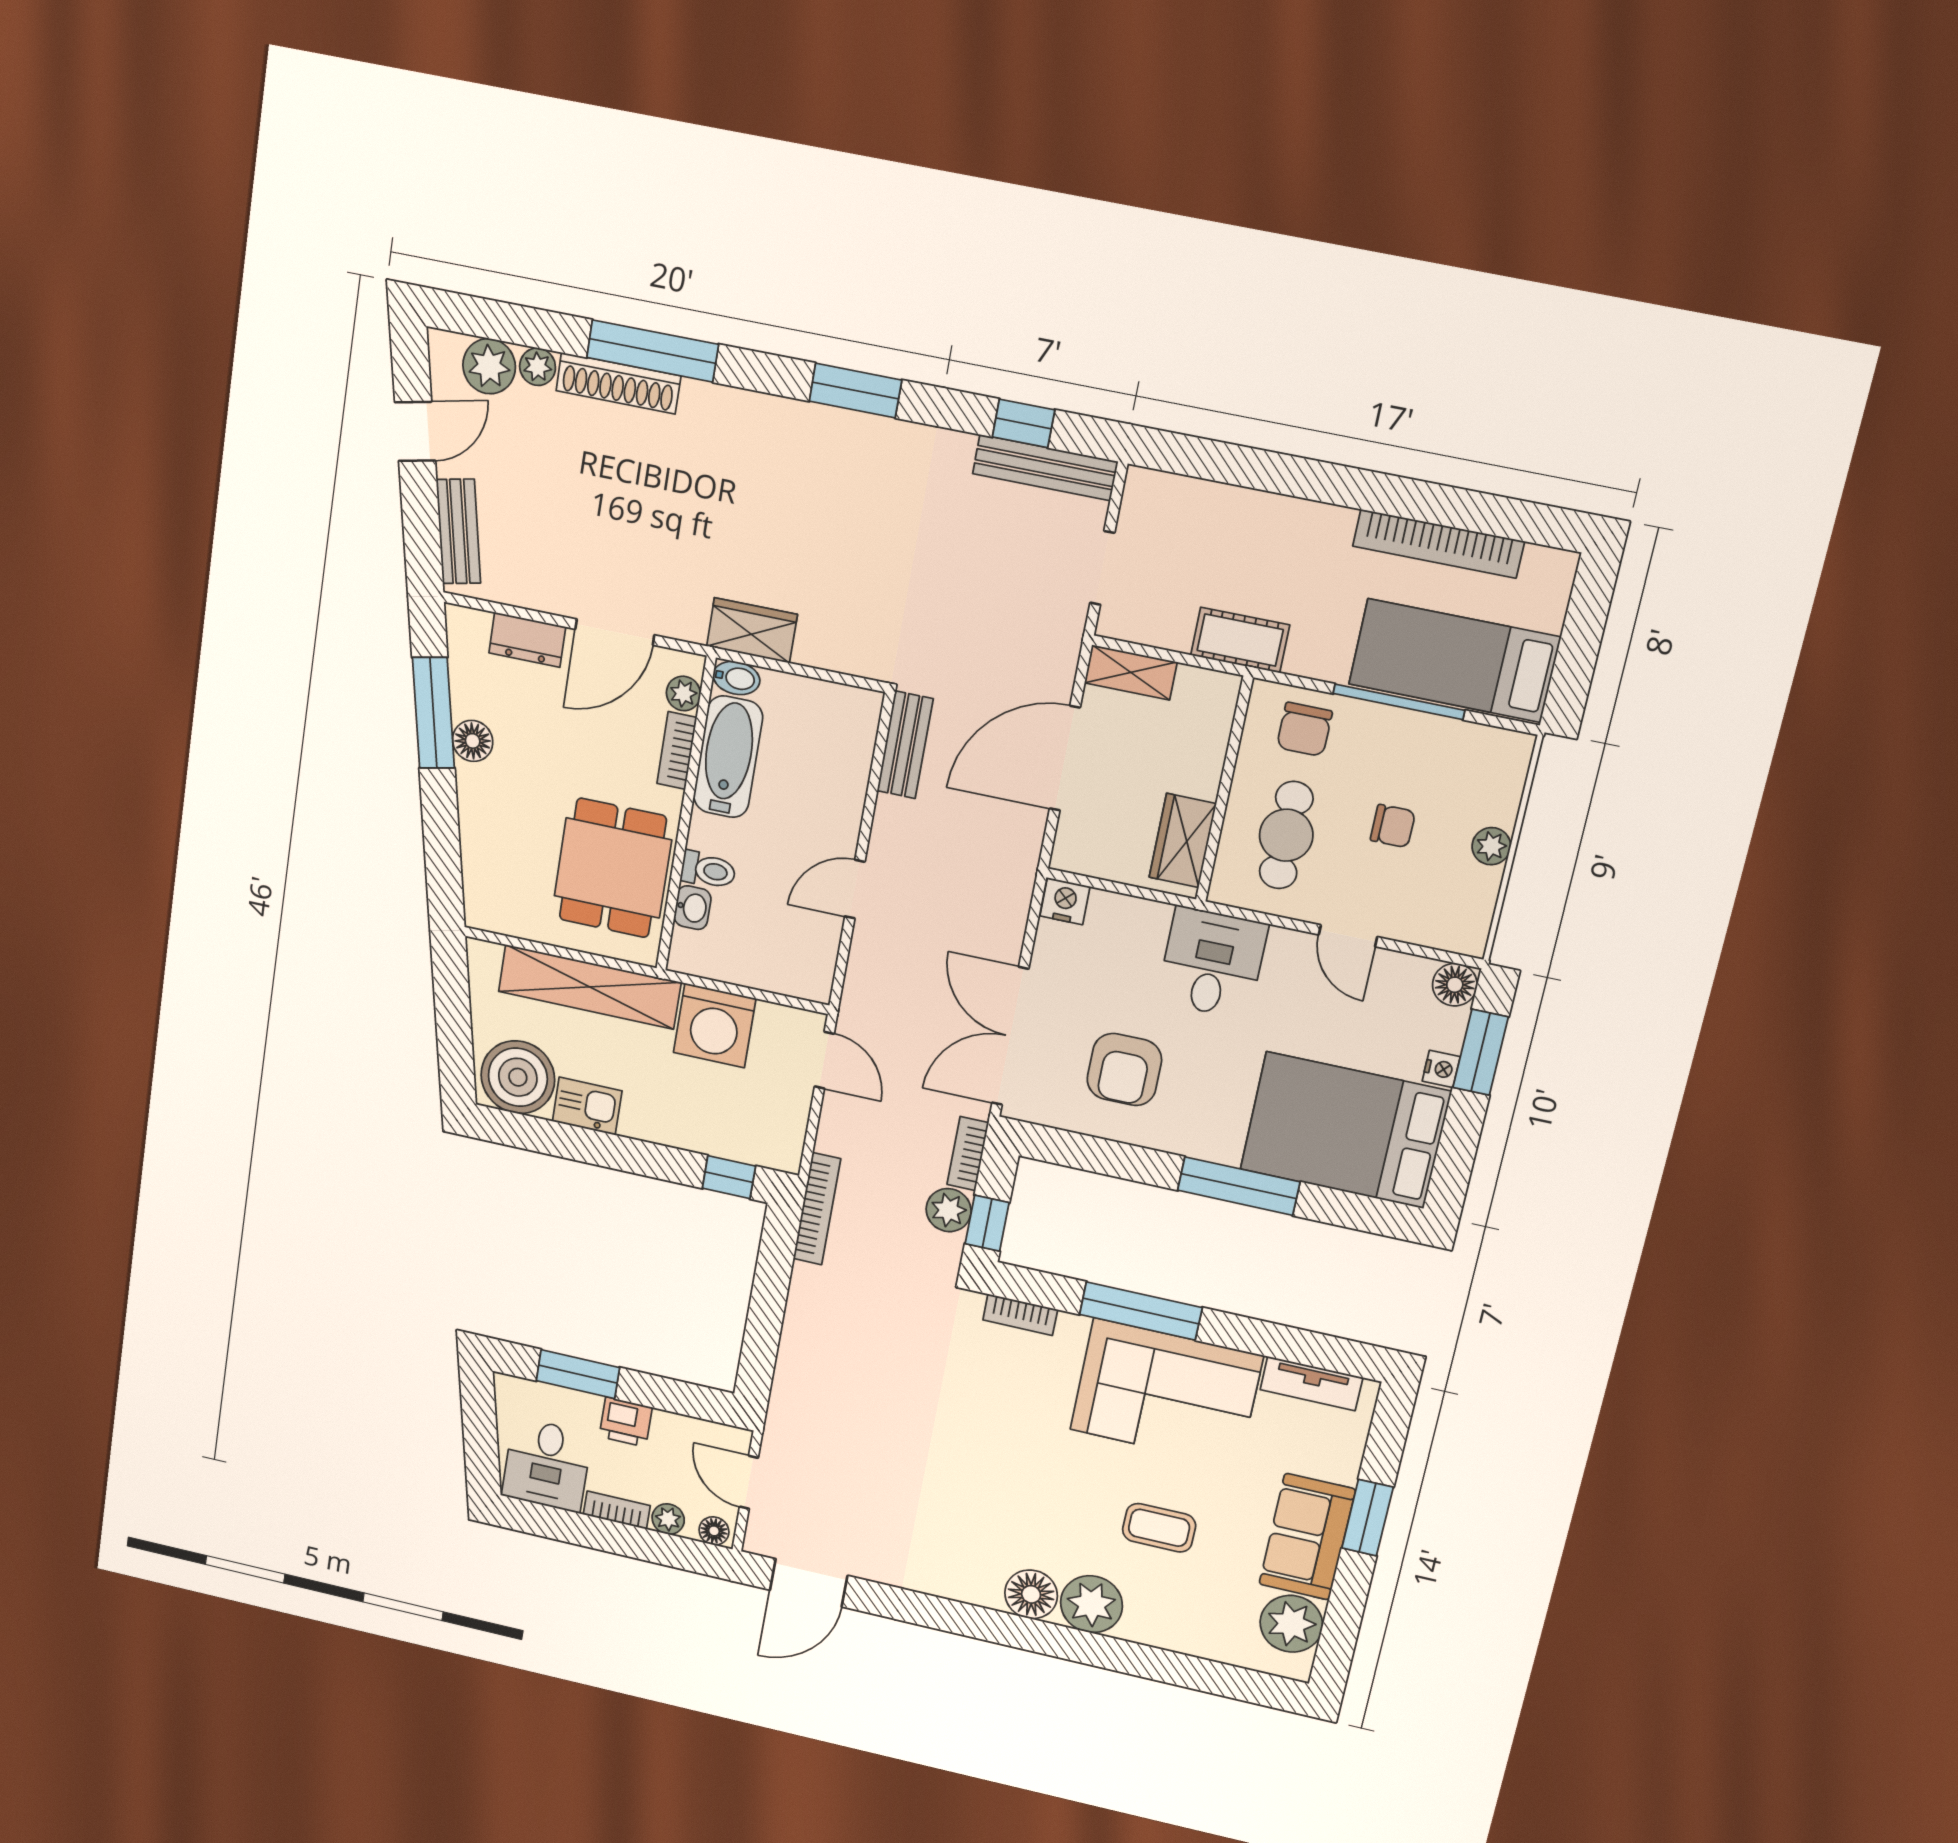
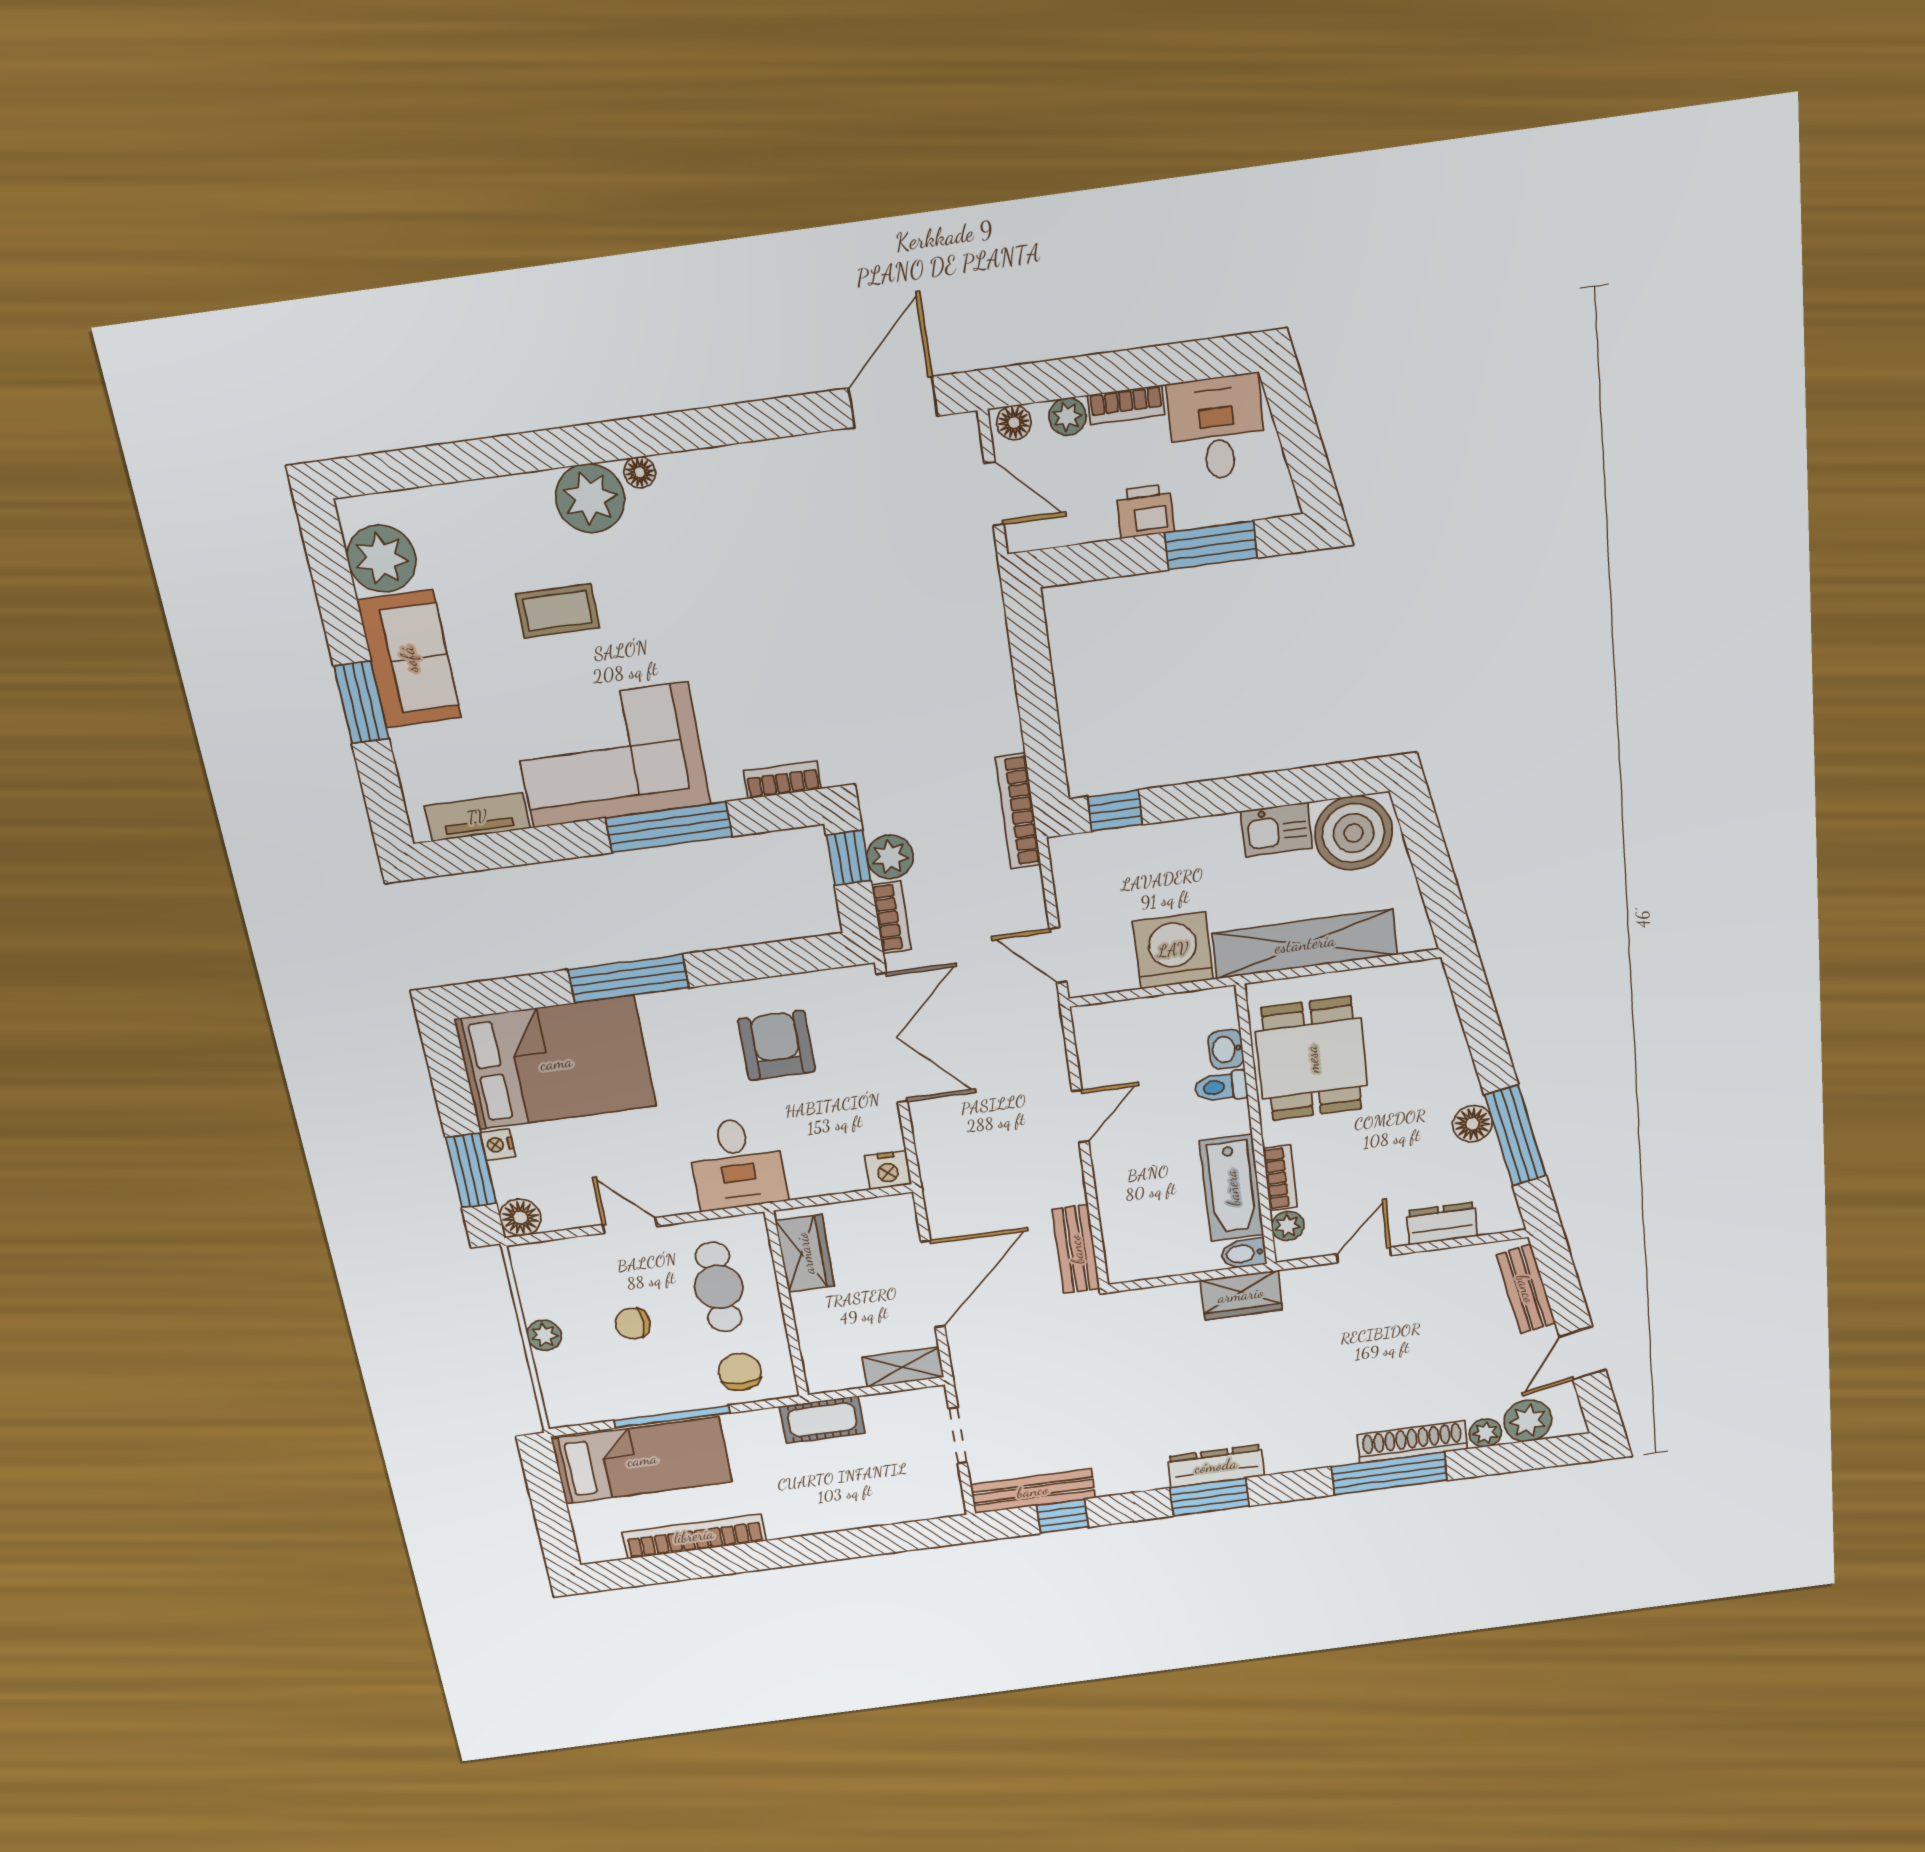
dresser: (837, 428) -> (1216, 1466), added
door: (615, 632) -> (1364, 1255), width x0.73
floor lamp: (1031, 1594) -> (640, 472), width x0.53, depth x0.53

